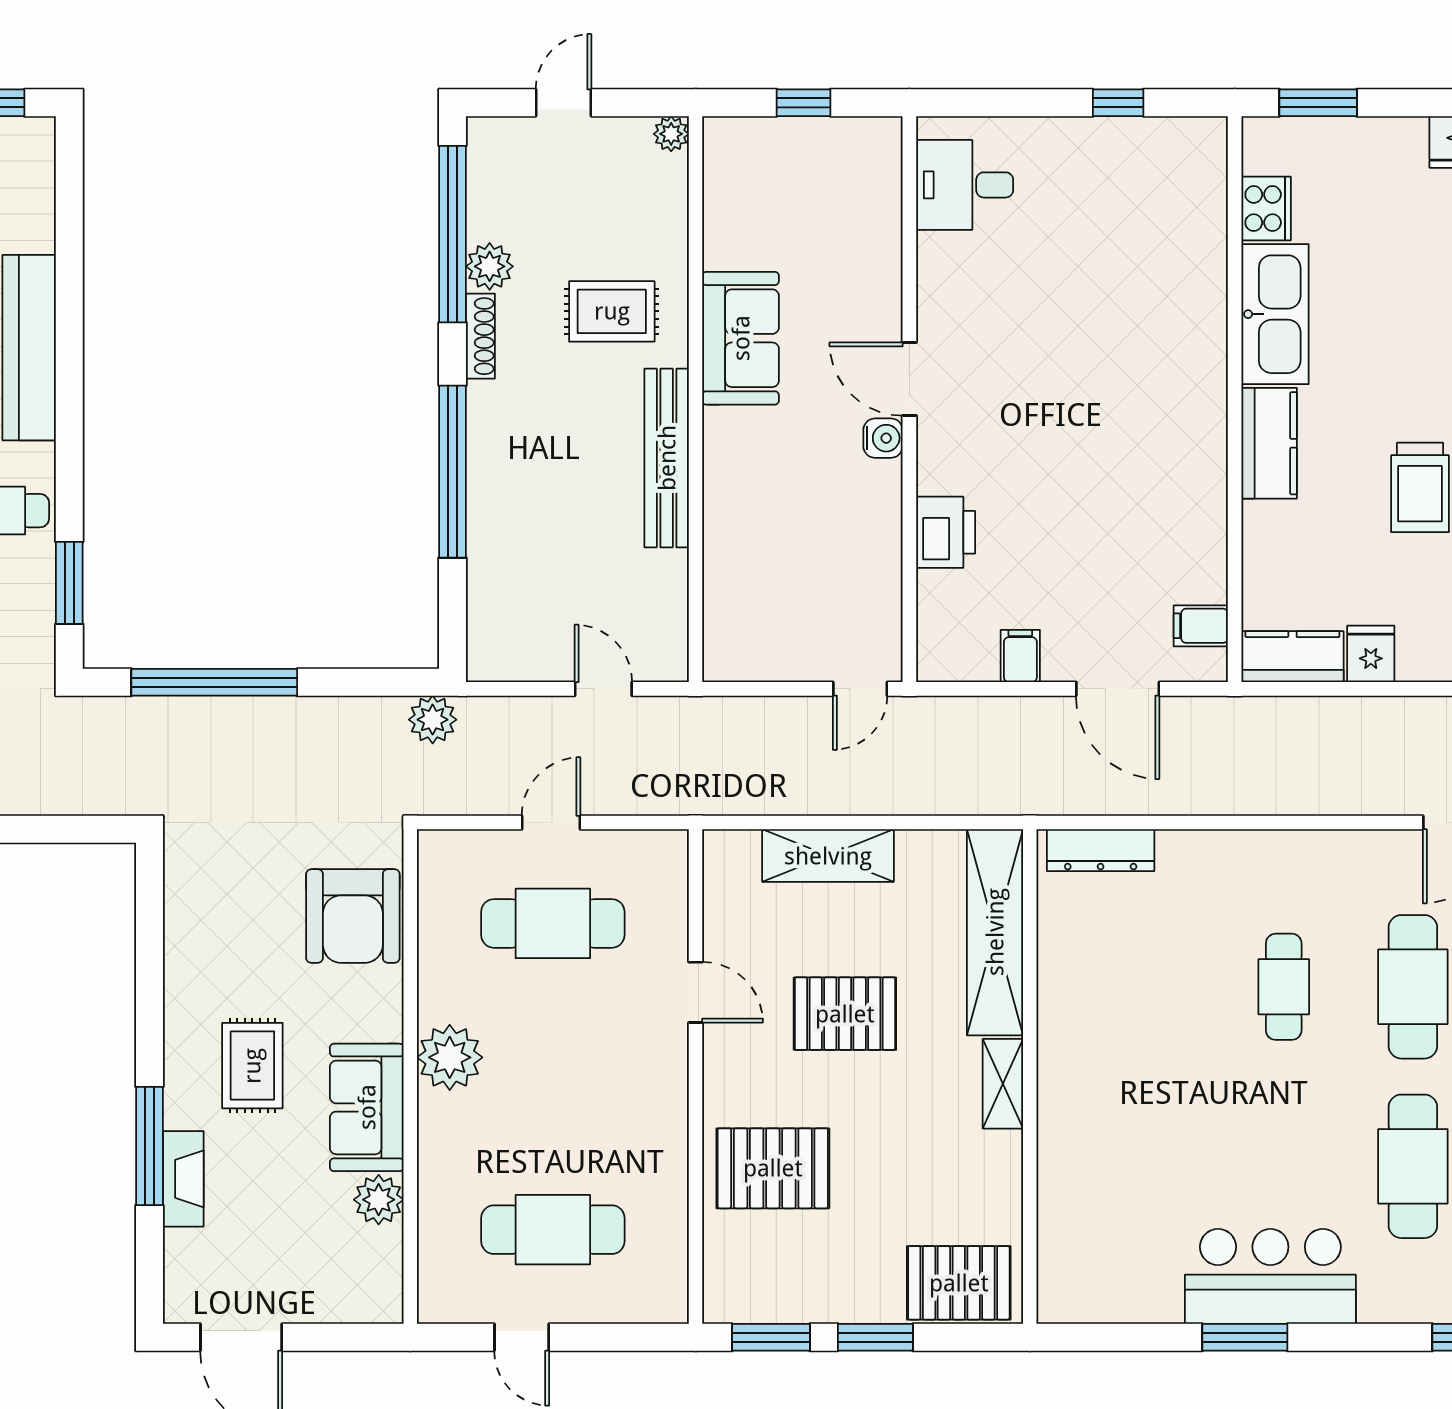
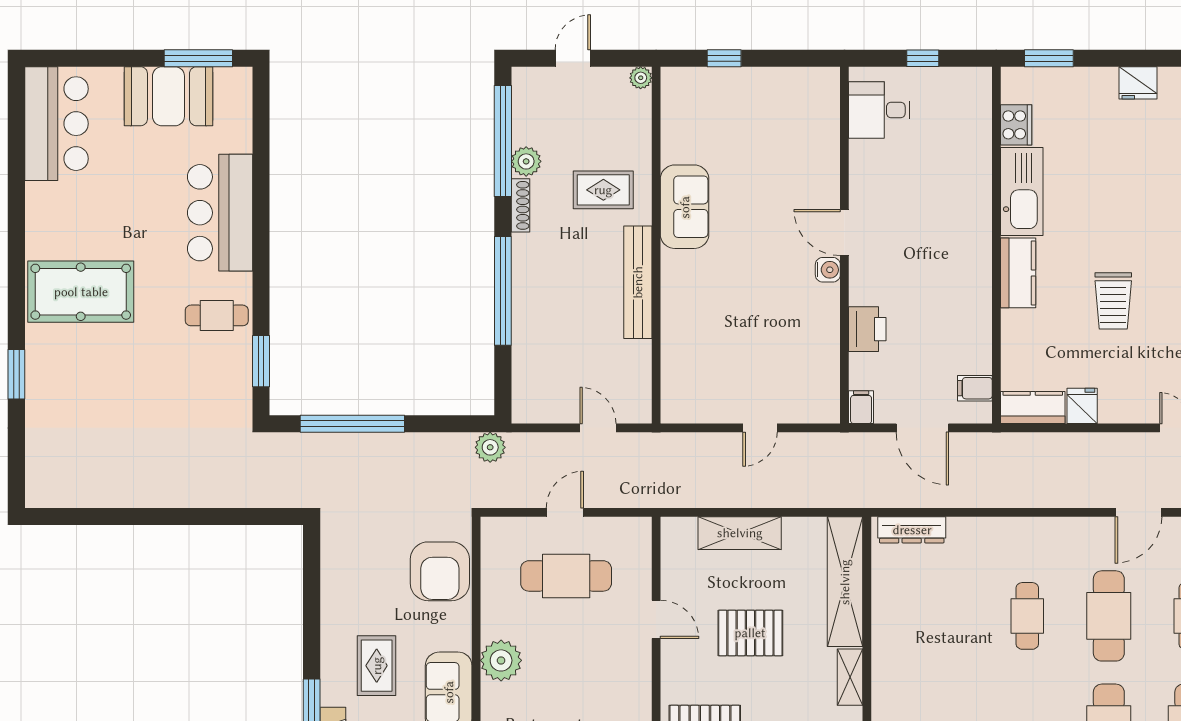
desk: (965, 185) -> (879, 110), moved
door: (909, 379) -> (844, 232), moved
wall: (909, 399) -> (844, 245), moved
water cooler: (883, 438) -> (828, 270), moved
printer: (946, 532) -> (867, 329), moved

